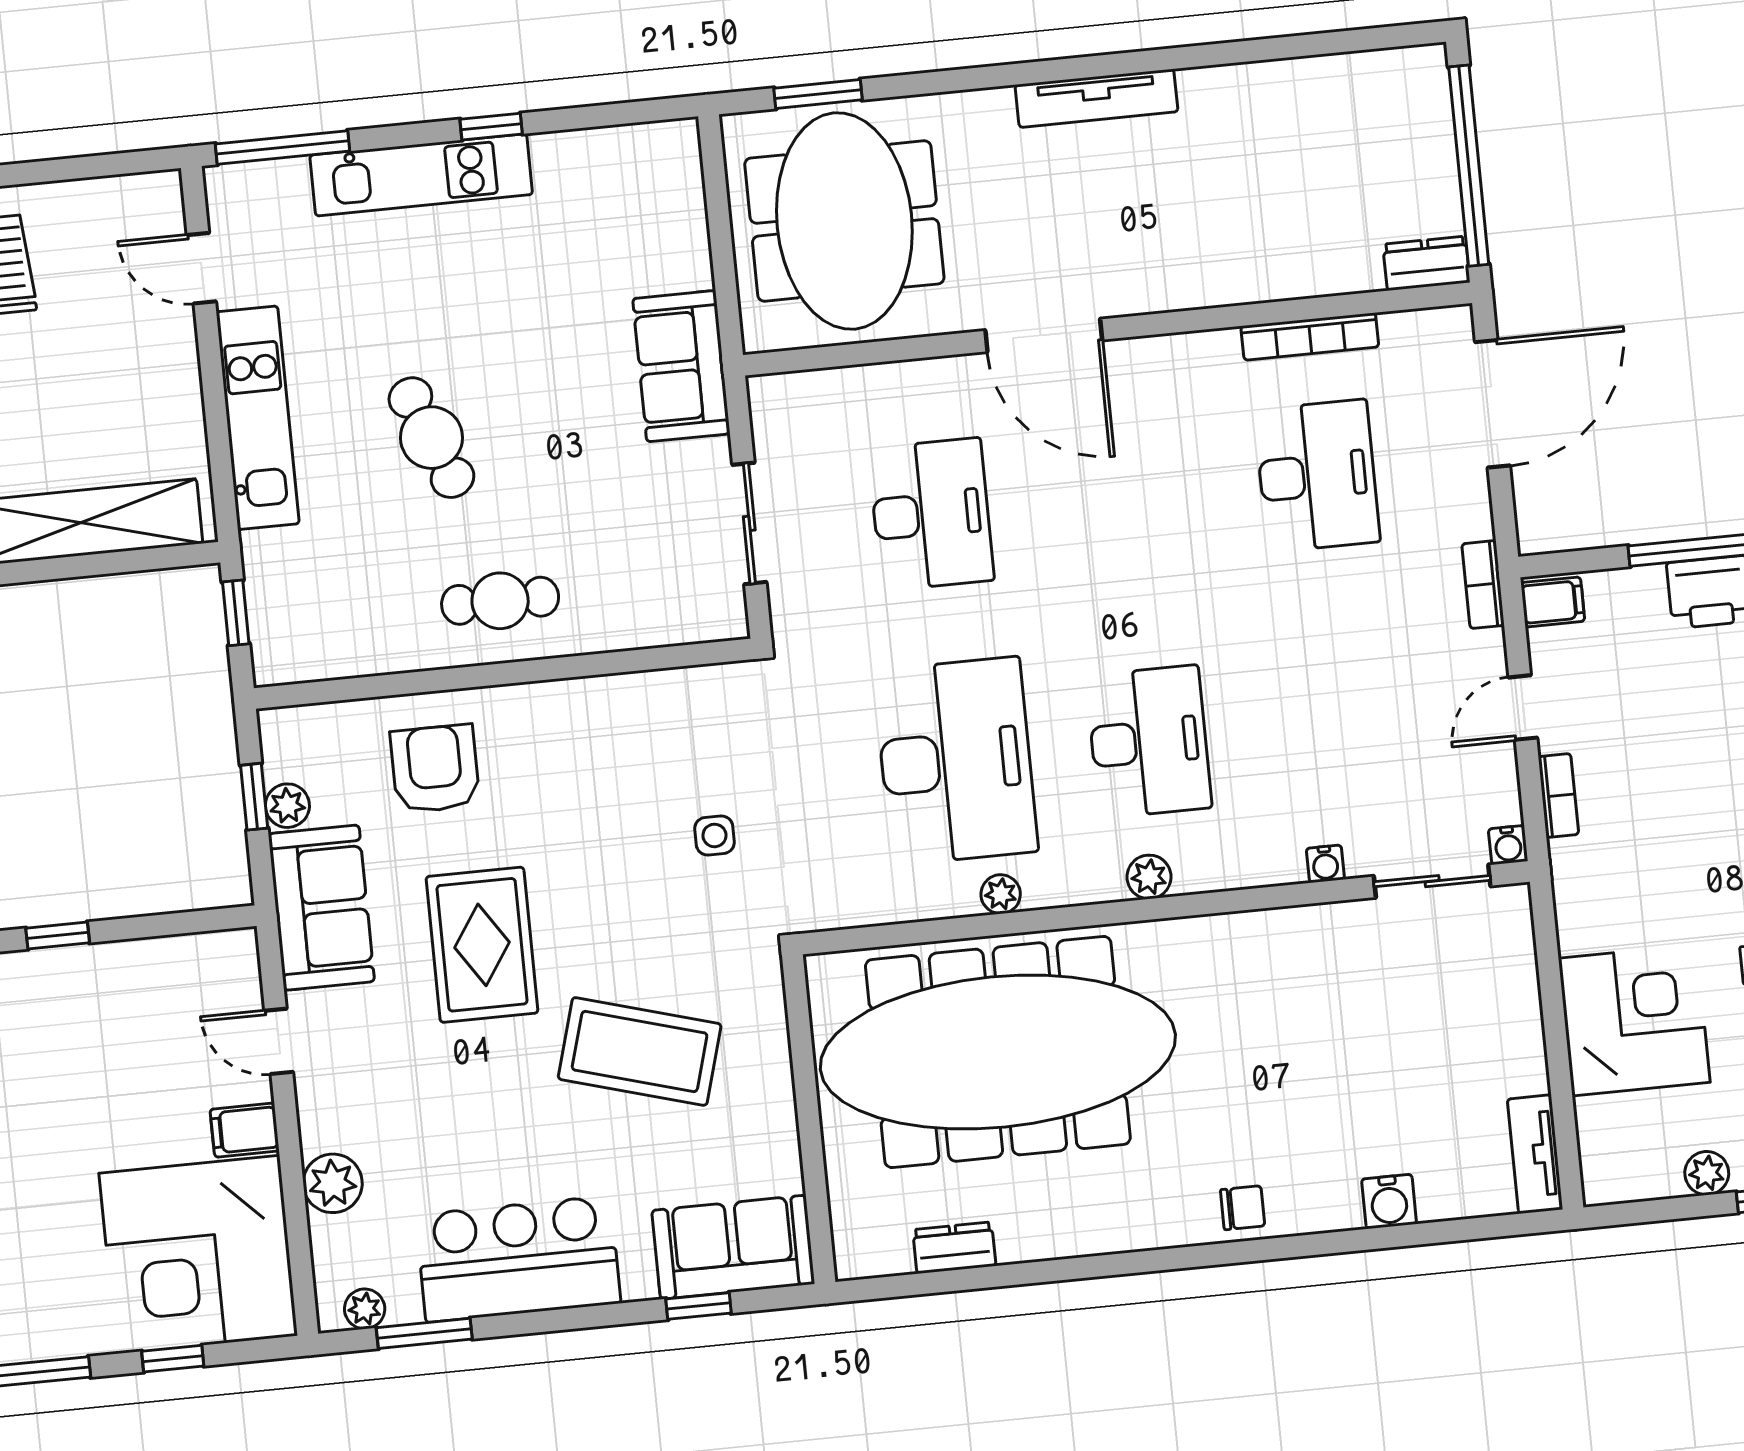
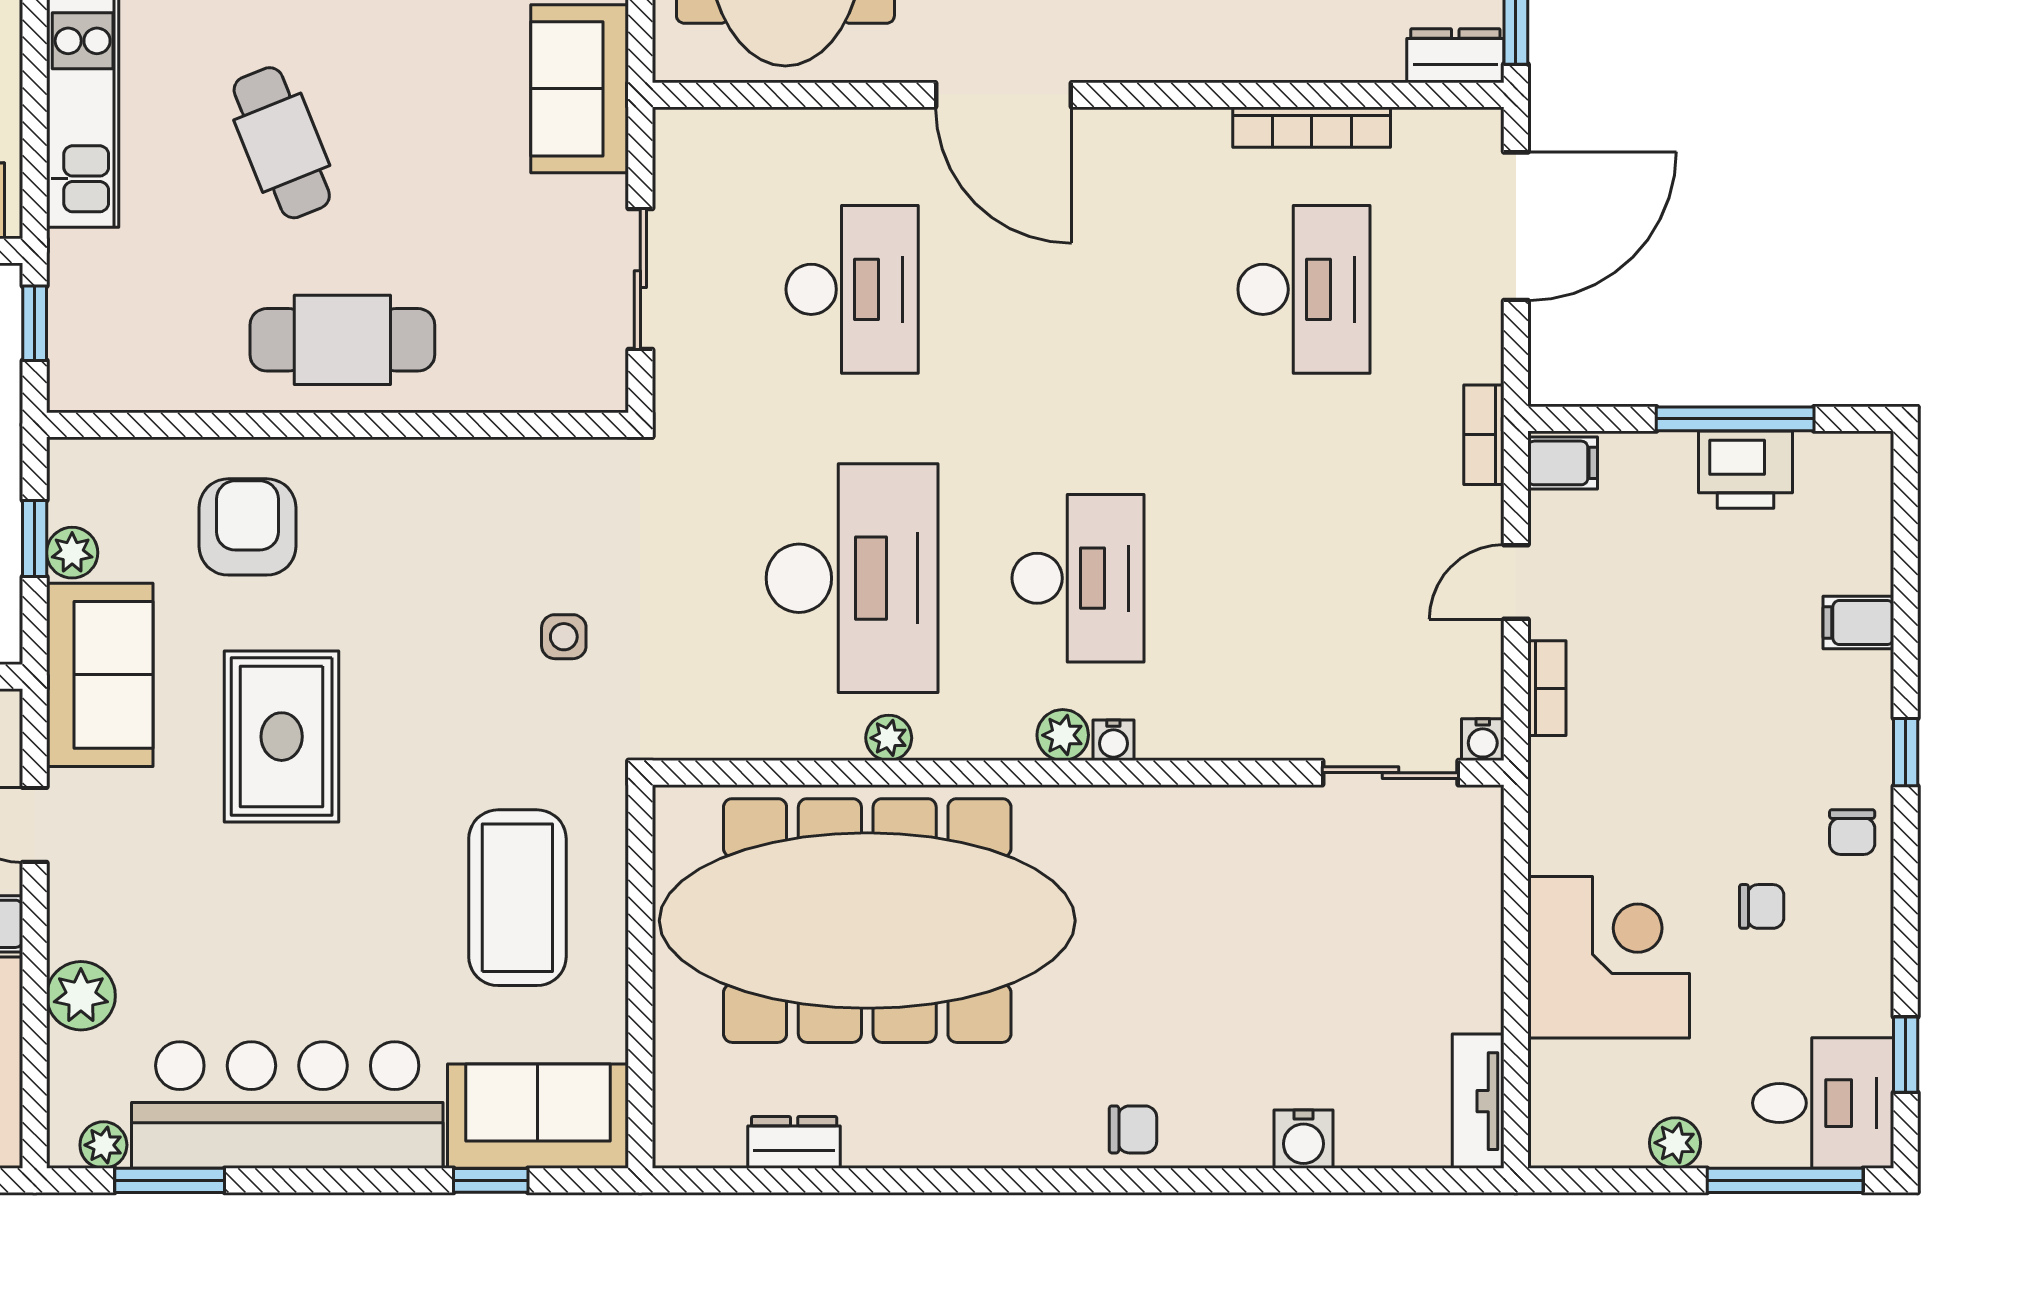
cafe table: (500, 601) -> (342, 340), width x1.37, depth x1.35
water cooler: (1325, 864) -> (1113, 740), moved
coffee table: (640, 1051) -> (517, 898), moved, turned 74
bar counter: (518, 1259) -> (287, 1105), width x1.36

